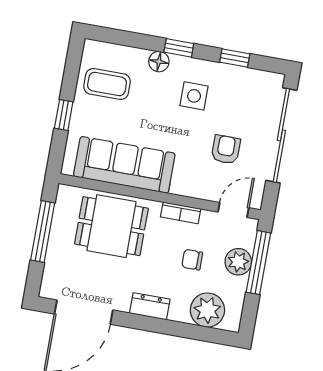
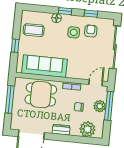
armchair: (226, 150) -> (91, 31), moved

